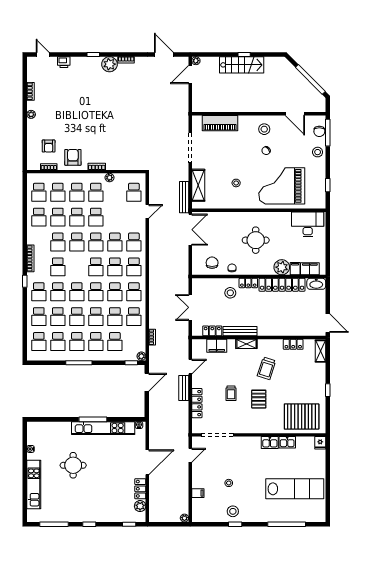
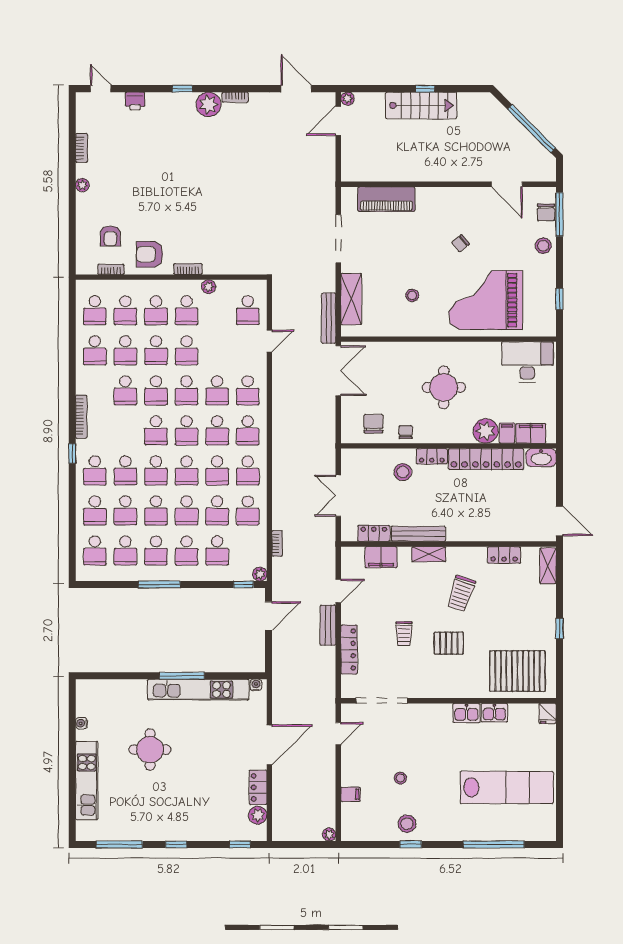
stool: (264, 129) -> (457, 209), removed
armchair: (73, 157) -> (150, 254), turned -90
school desk: (58, 267) -> (156, 430), moved
pallet: (259, 399) -> (449, 643), turned 90

